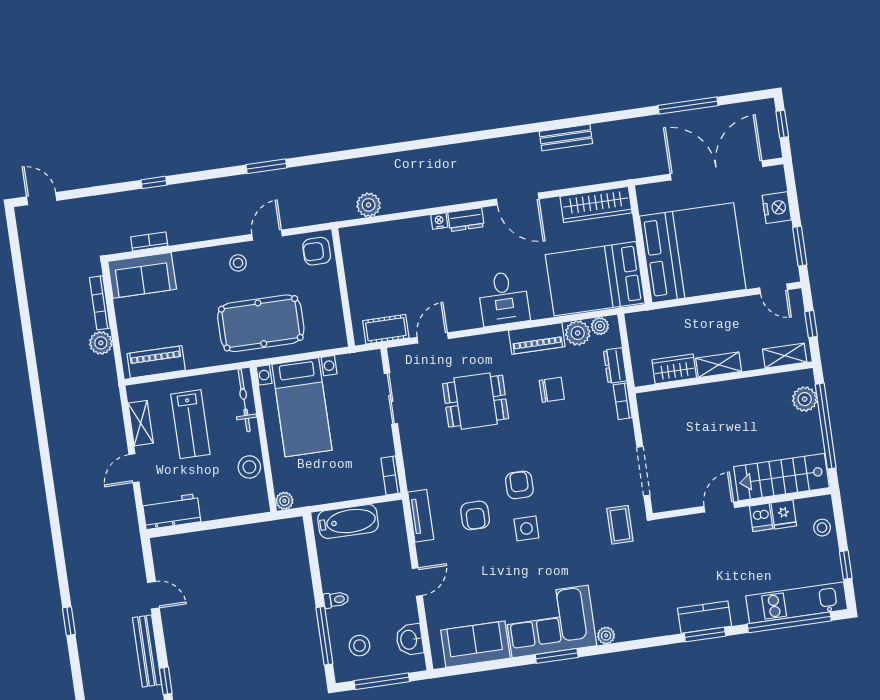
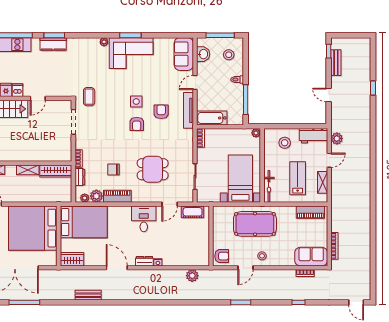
wardrobe: (596, 205) -> (72, 259), width x0.67
desk: (504, 298) -> (144, 219), moved
plant: (101, 343) -> (337, 138), moved
wardrobe: (674, 369) -> (56, 171), width x1.50
stool: (249, 467) -> (285, 143), moved
tv unit: (421, 516) -> (188, 110), width x1.41
bathtub: (348, 521) -> (212, 118), moved
window: (324, 636) -> (246, 100), moved
sofa: (475, 644) -> (184, 54), moved, turned 90
bench: (147, 651) -> (336, 63), width x0.73

